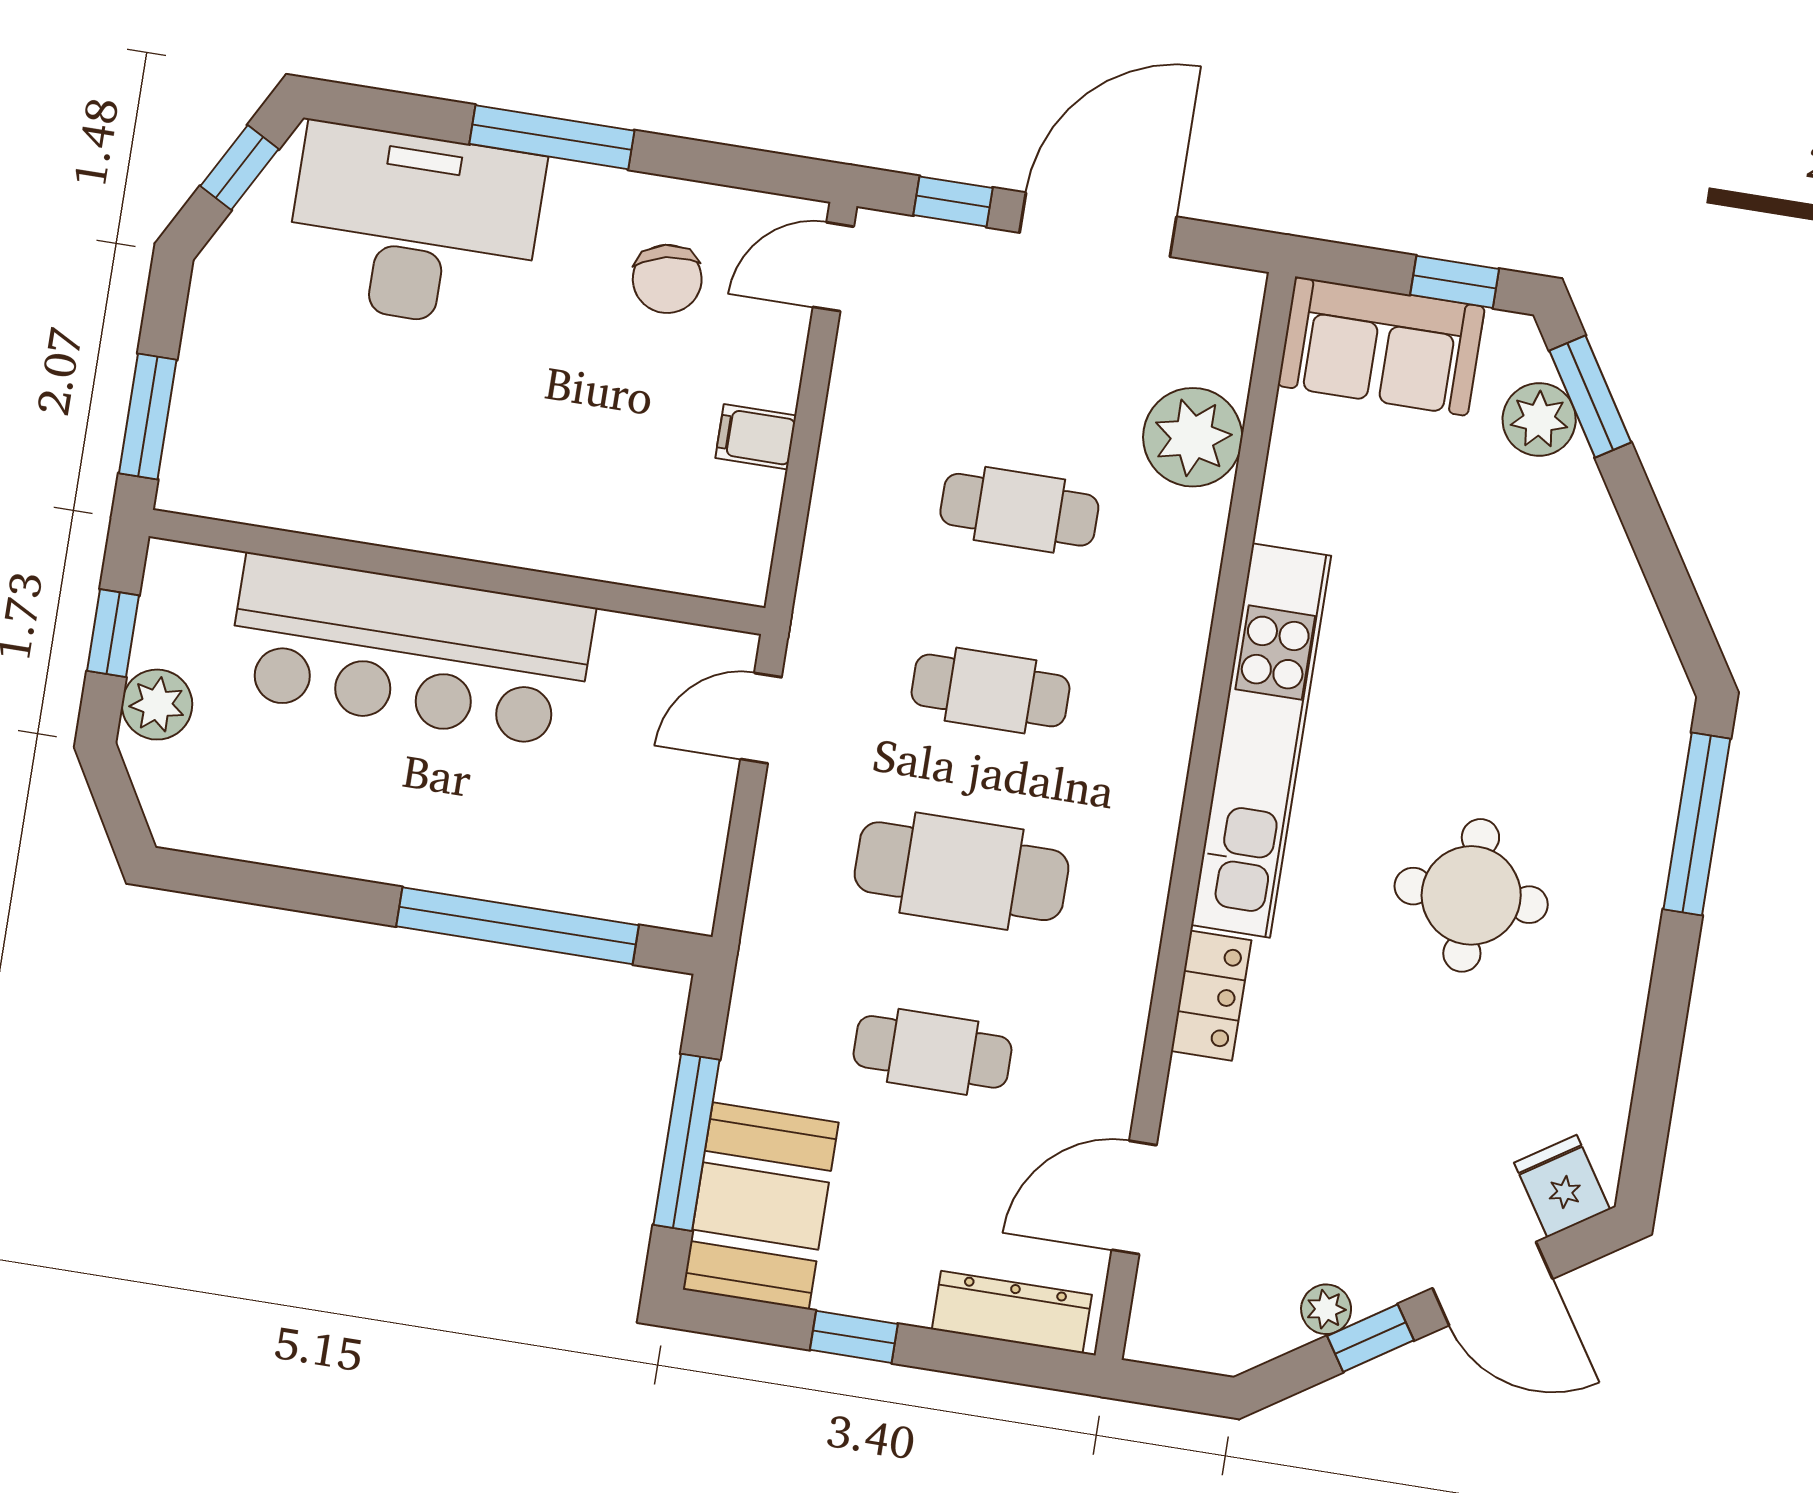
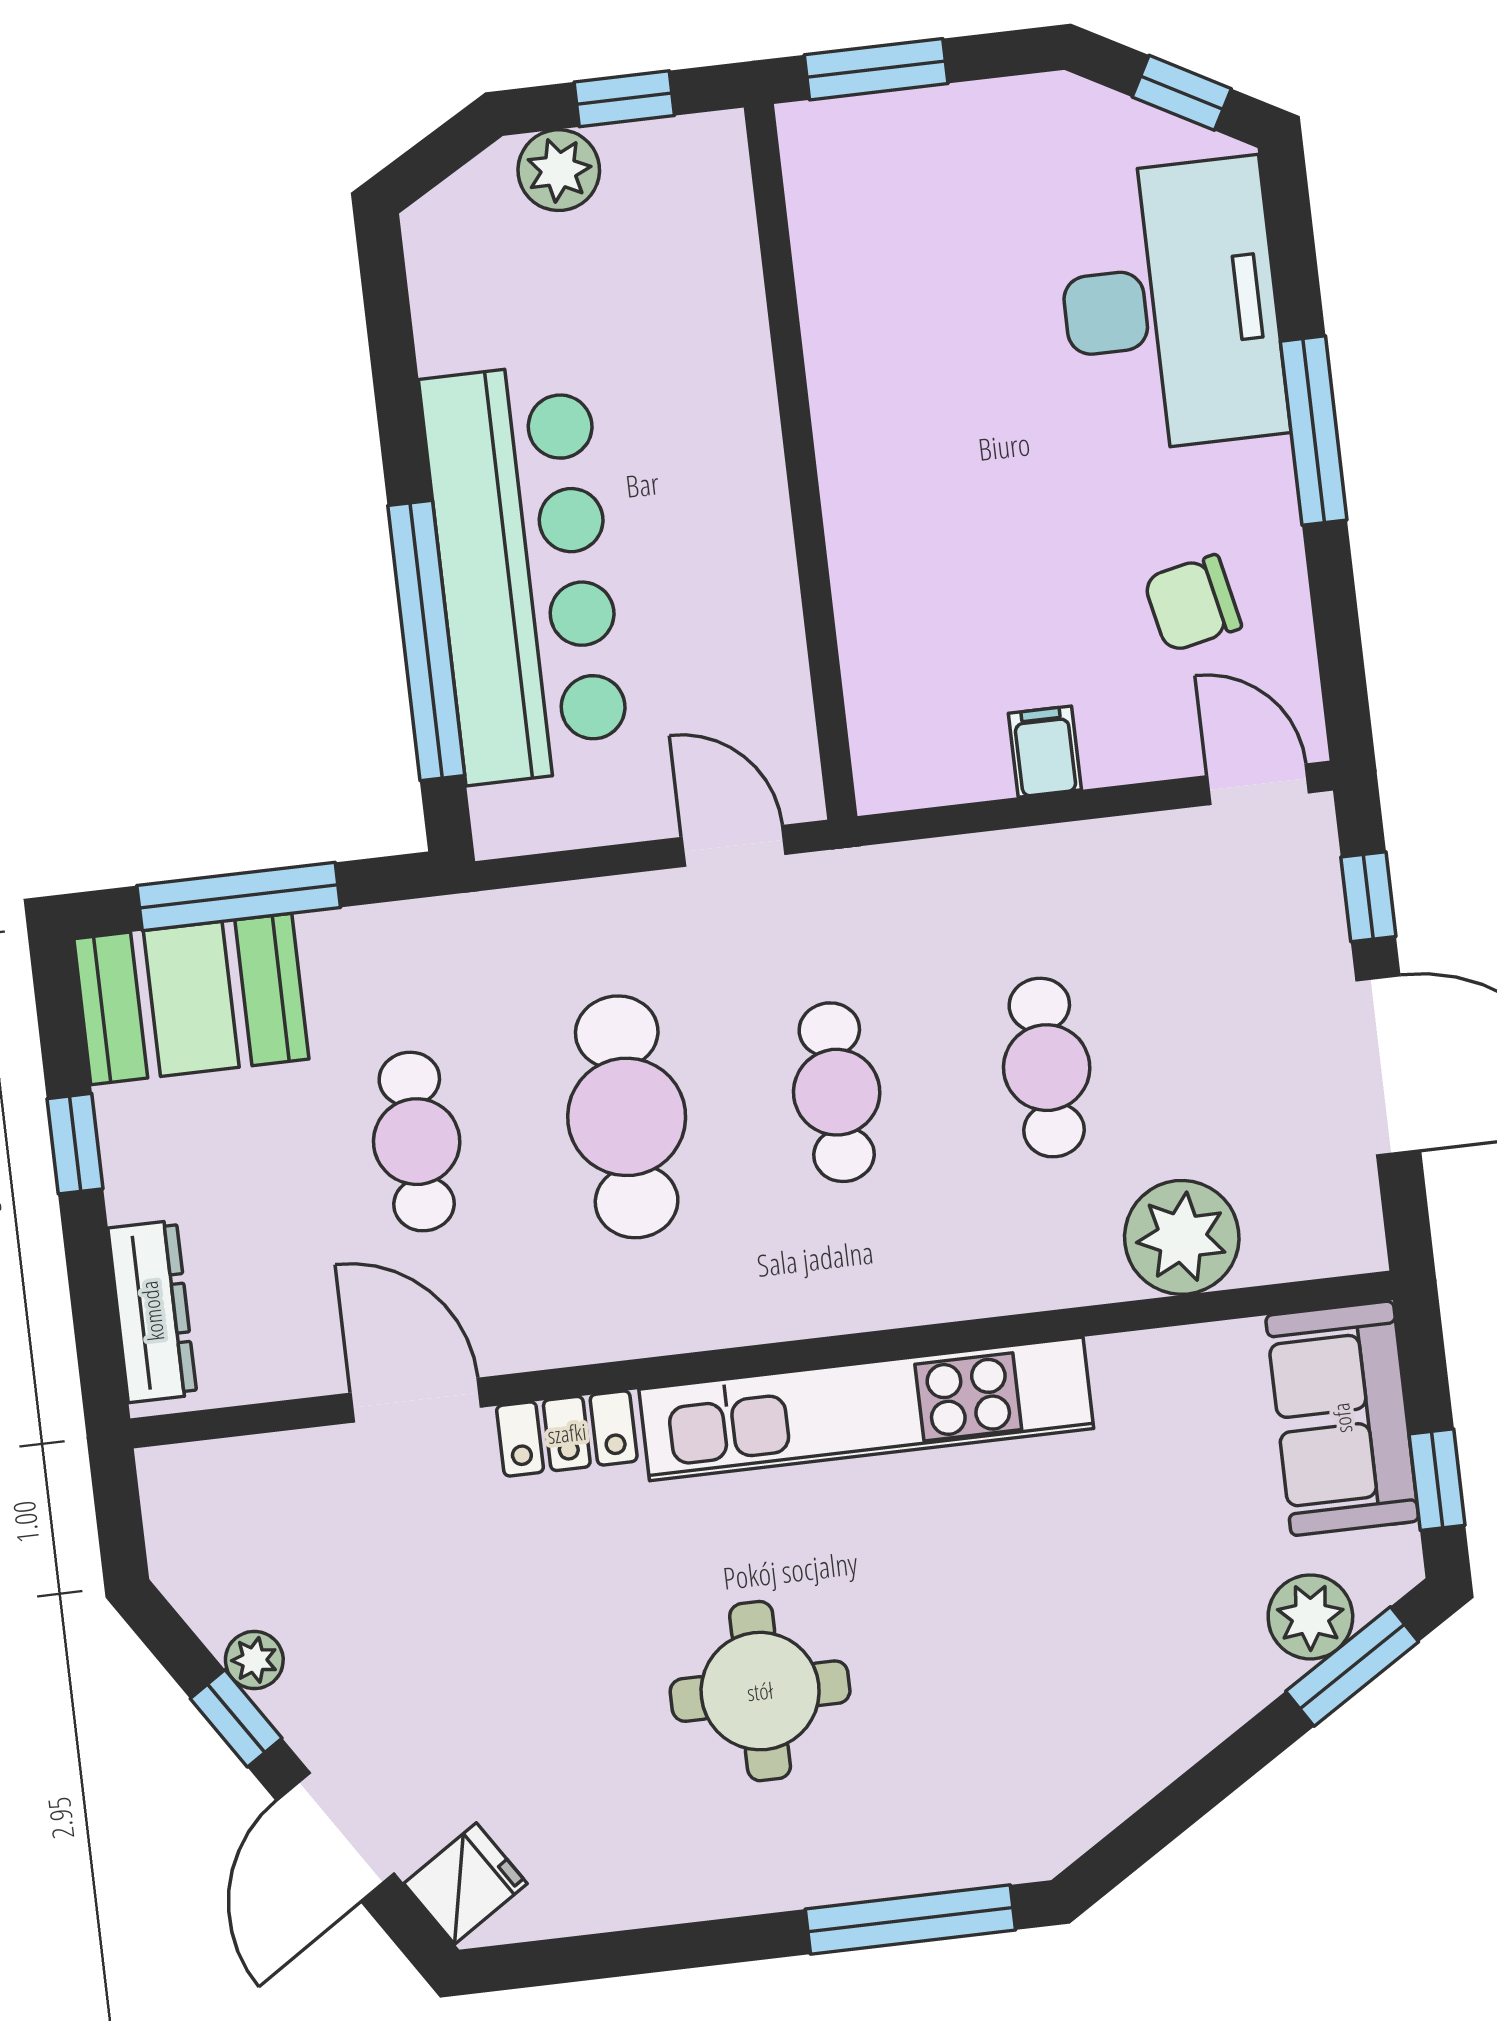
bar counter: (410, 651) -> (525, 573), moved, turned 180
door: (1134, 1198) -> (416, 1400), moved

